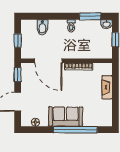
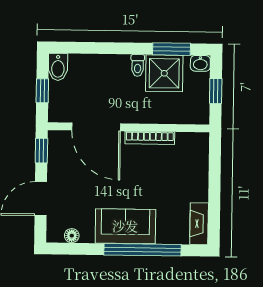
bidet: (42, 27) -> (58, 67), moved
shower: (86, 30) -> (164, 73), added
fireplace: (107, 87) -> (199, 224), moved

